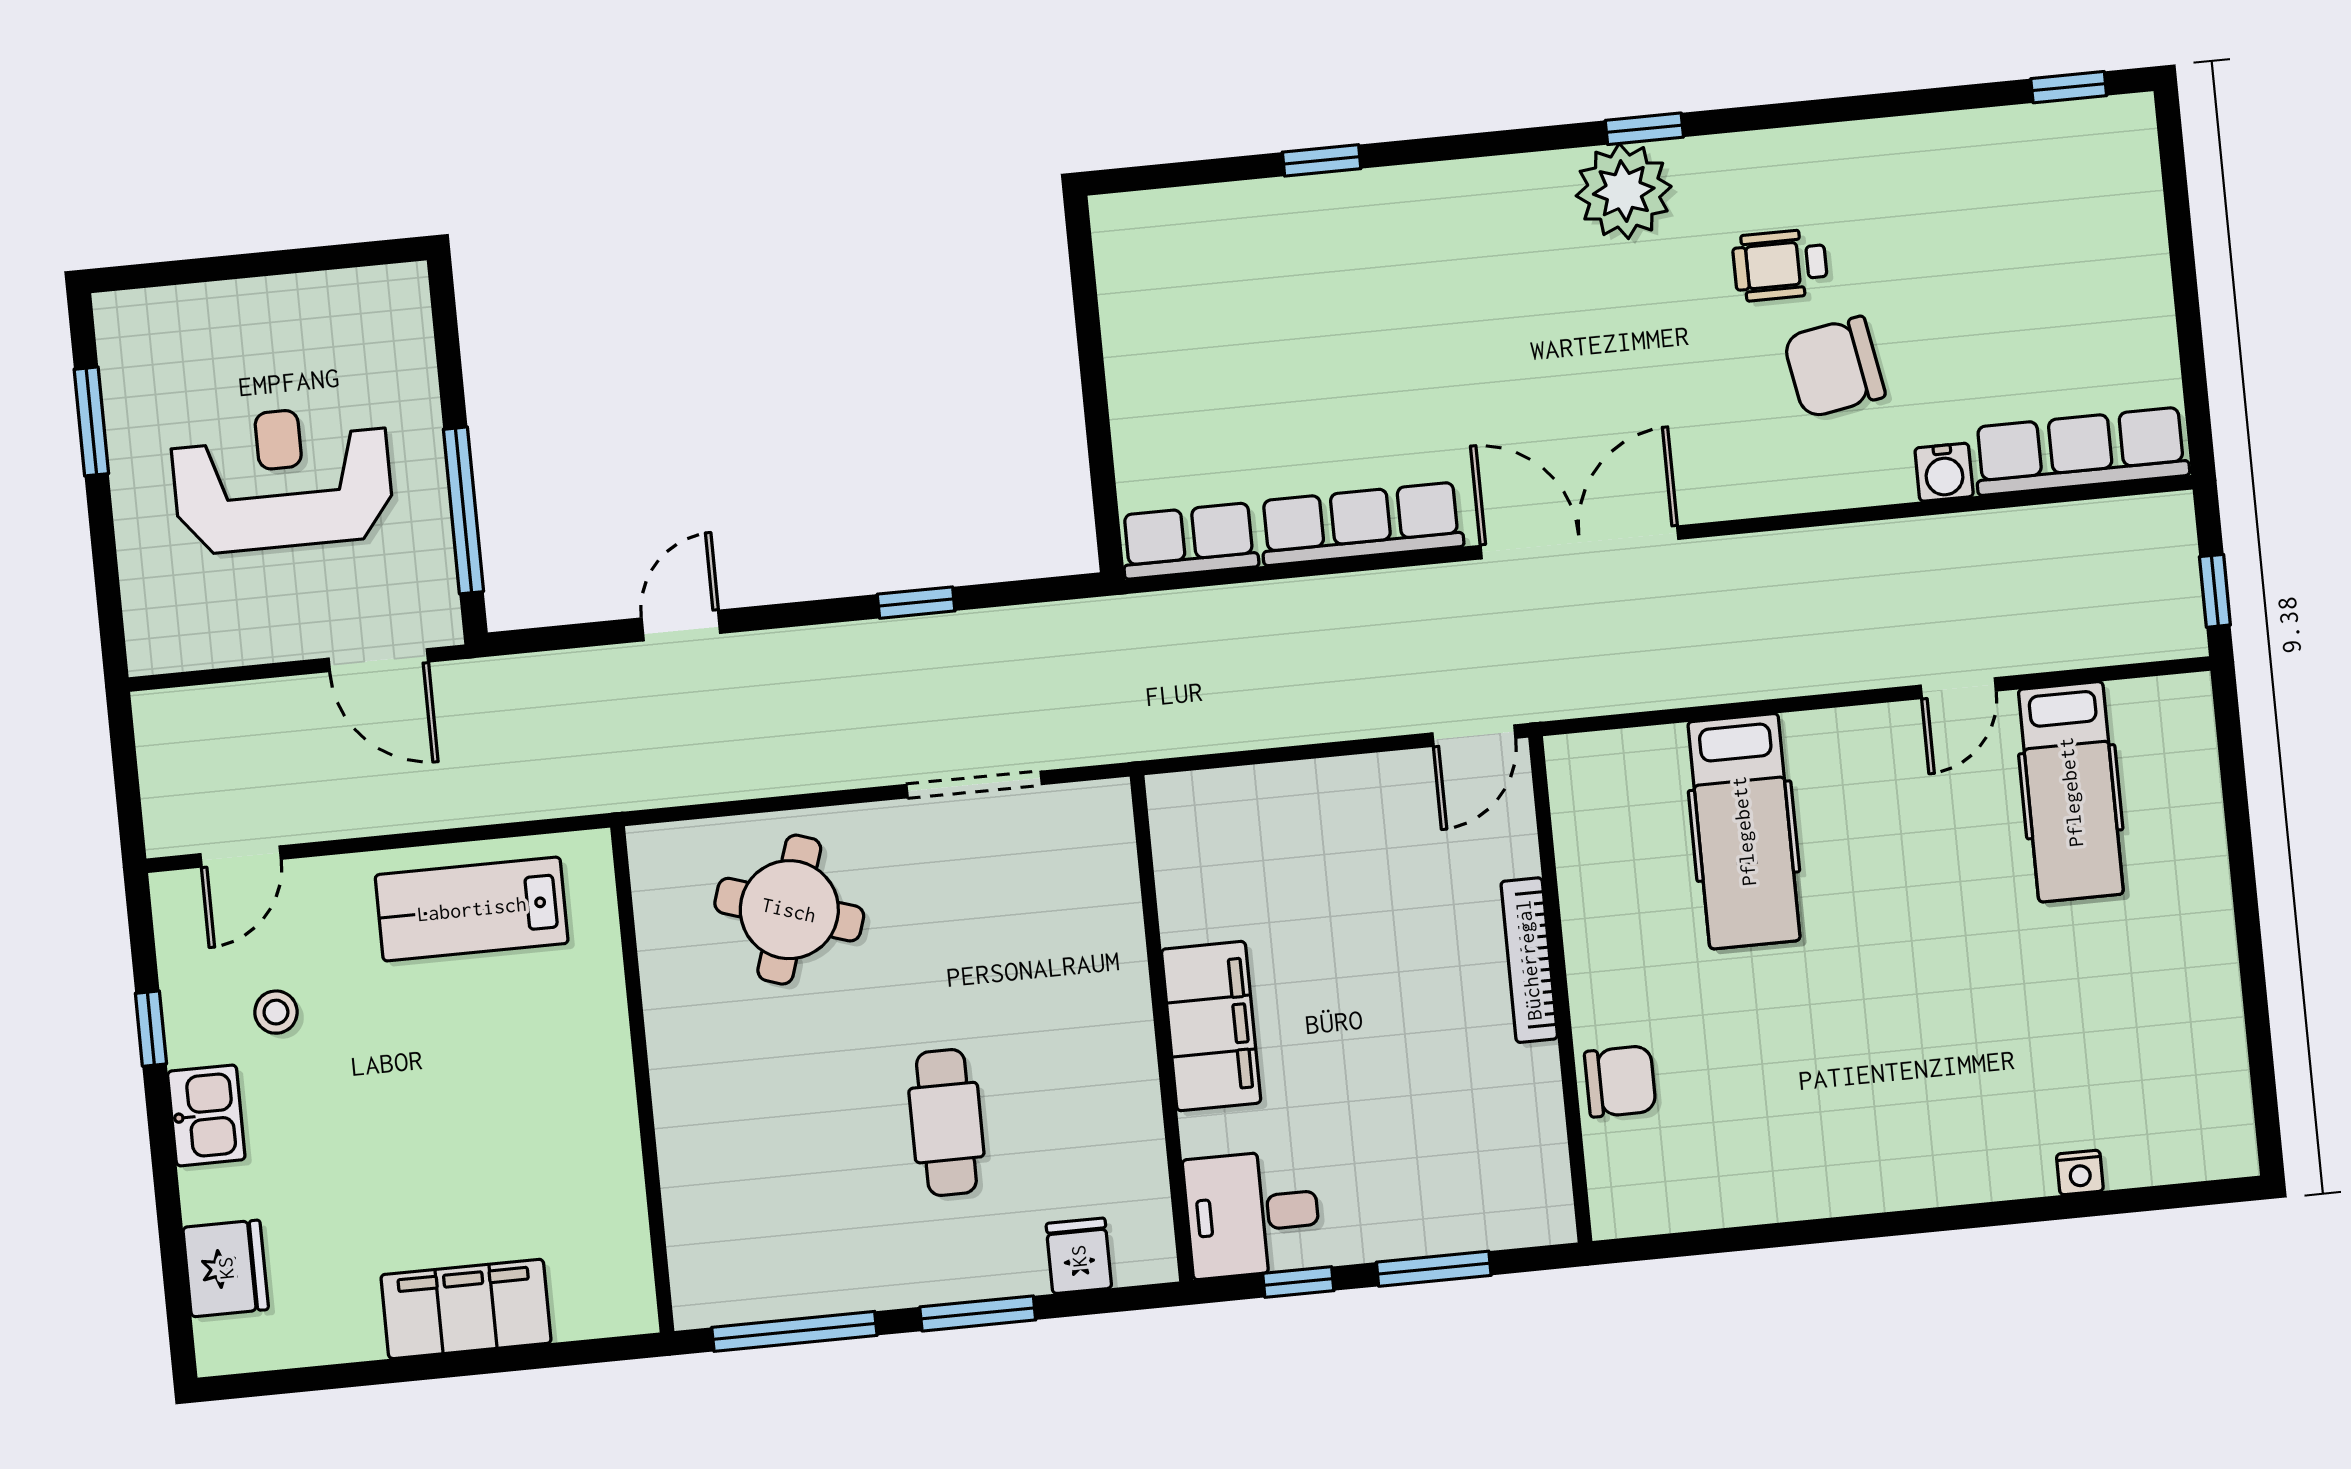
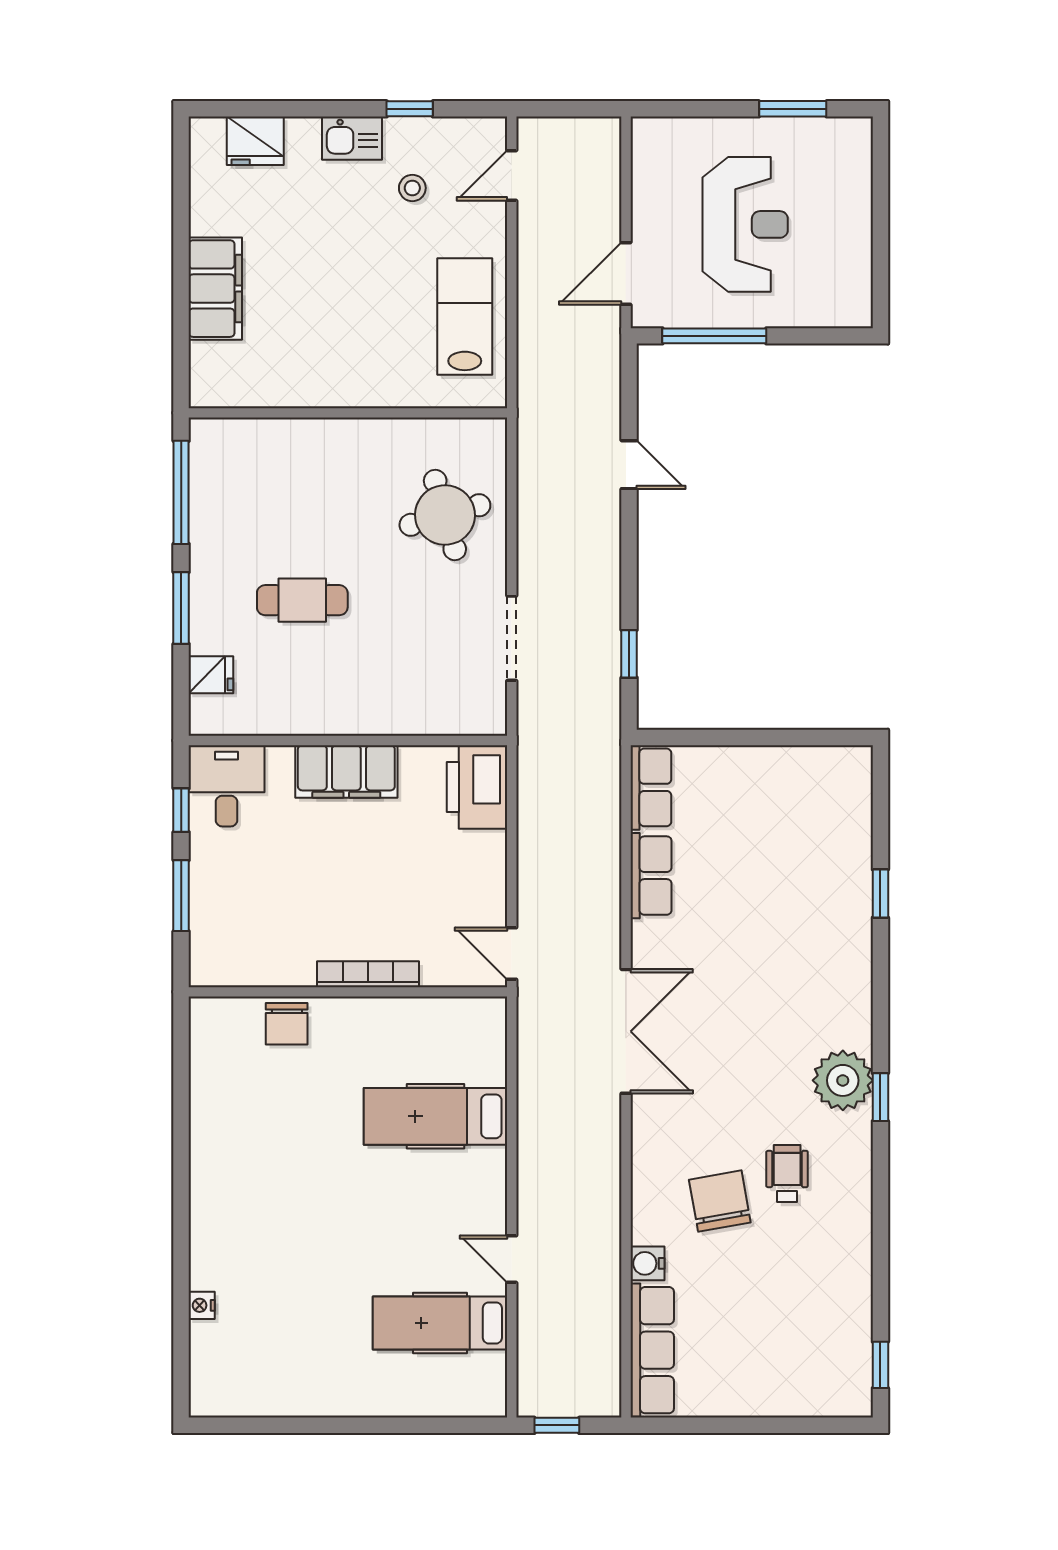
row of seats: (1361, 524) -> (651, 876), width x0.68
window: (916, 603) -> (629, 654), moved
printer: (1215, 816) -> (477, 787), added
door: (241, 857) -> (512, 175), hinge flipped
round table: (789, 910) -> (445, 515), turned -34

